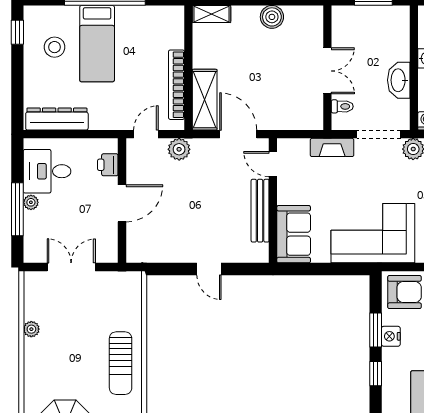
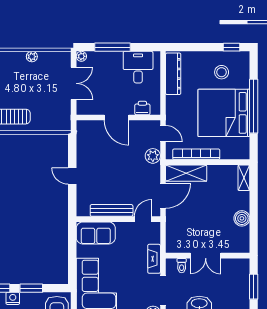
bed: (97, 44) -> (224, 113), width x2.04
plant: (31, 202) -> (81, 56), moved
door: (209, 269) -> (72, 176), hinge flipped
nightstand: (391, 336) -> (13, 298), moved

